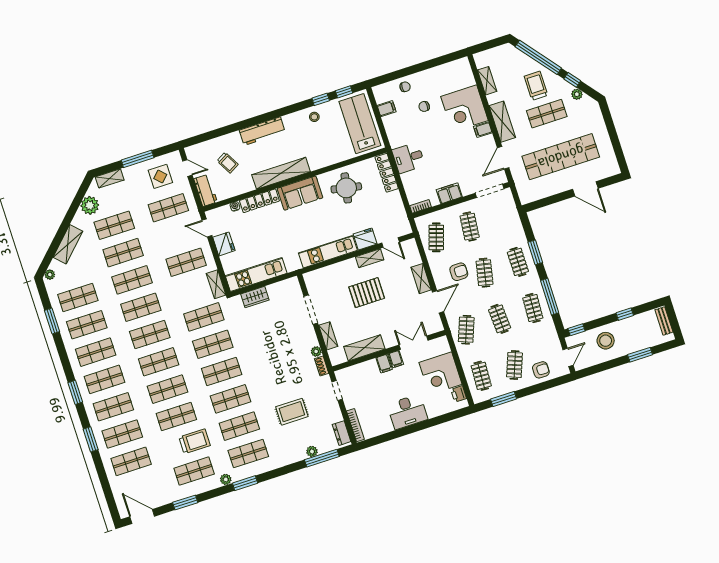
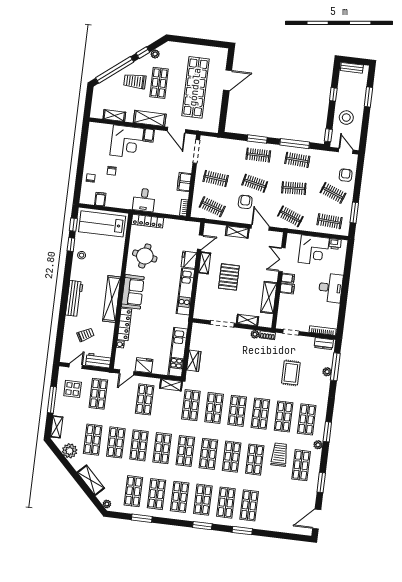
shop shelf: (131, 461) -> (272, 508), removed

